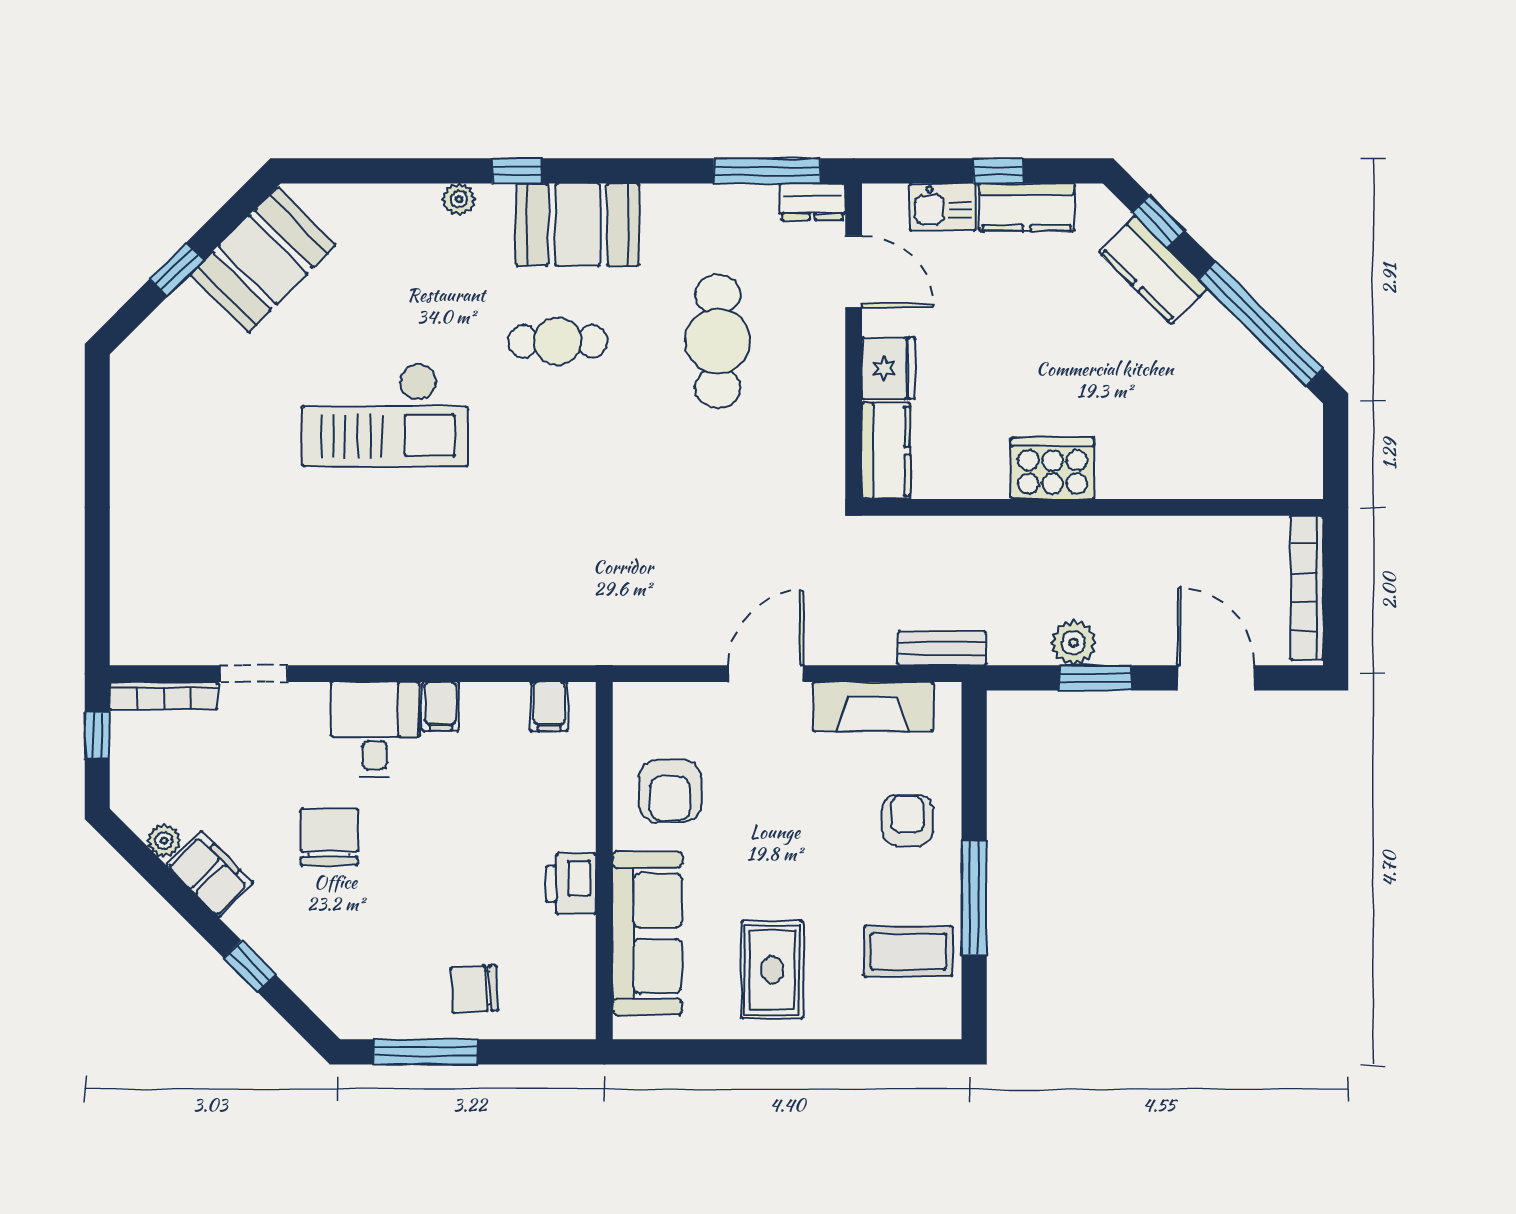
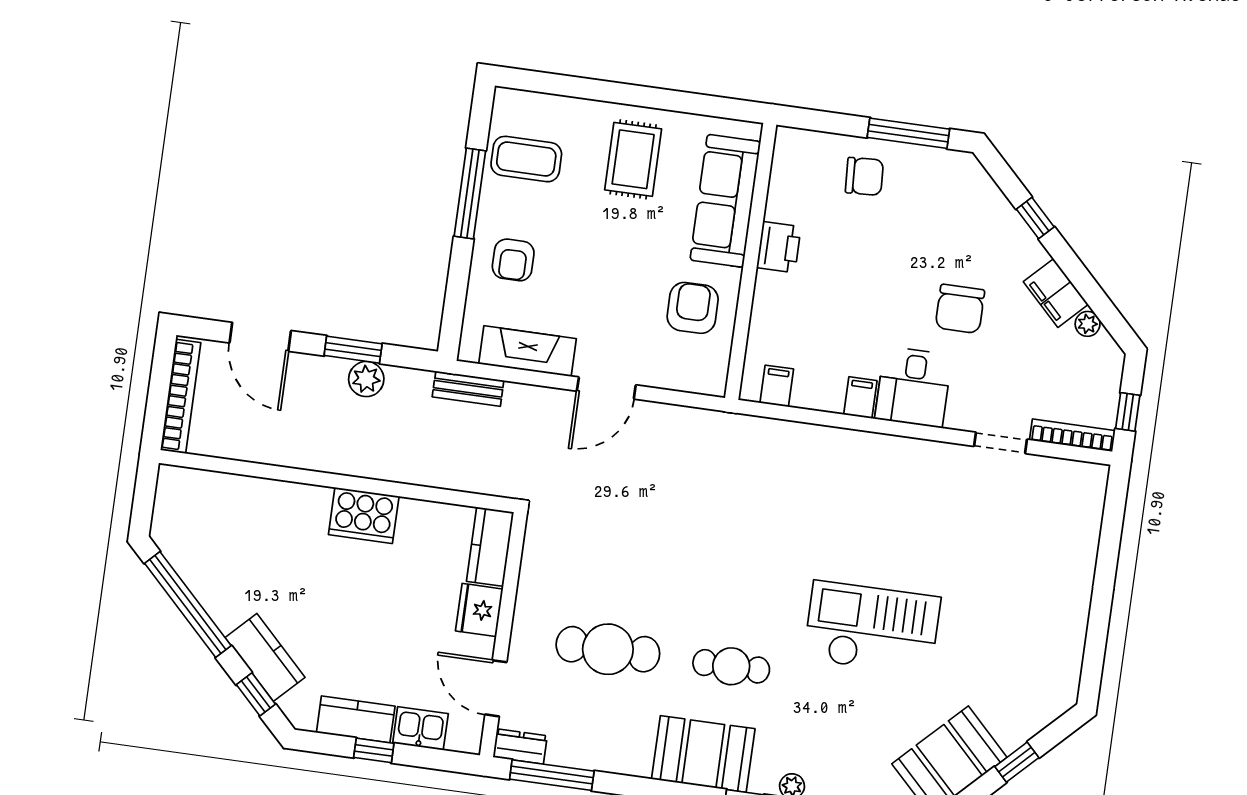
cafe table: (718, 341) -> (608, 649), turned 90

